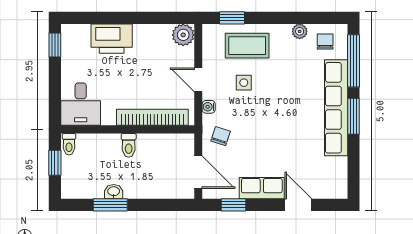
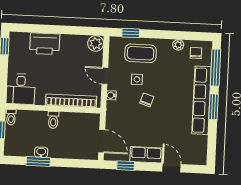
chair: (221, 136) -> (147, 100), moved

